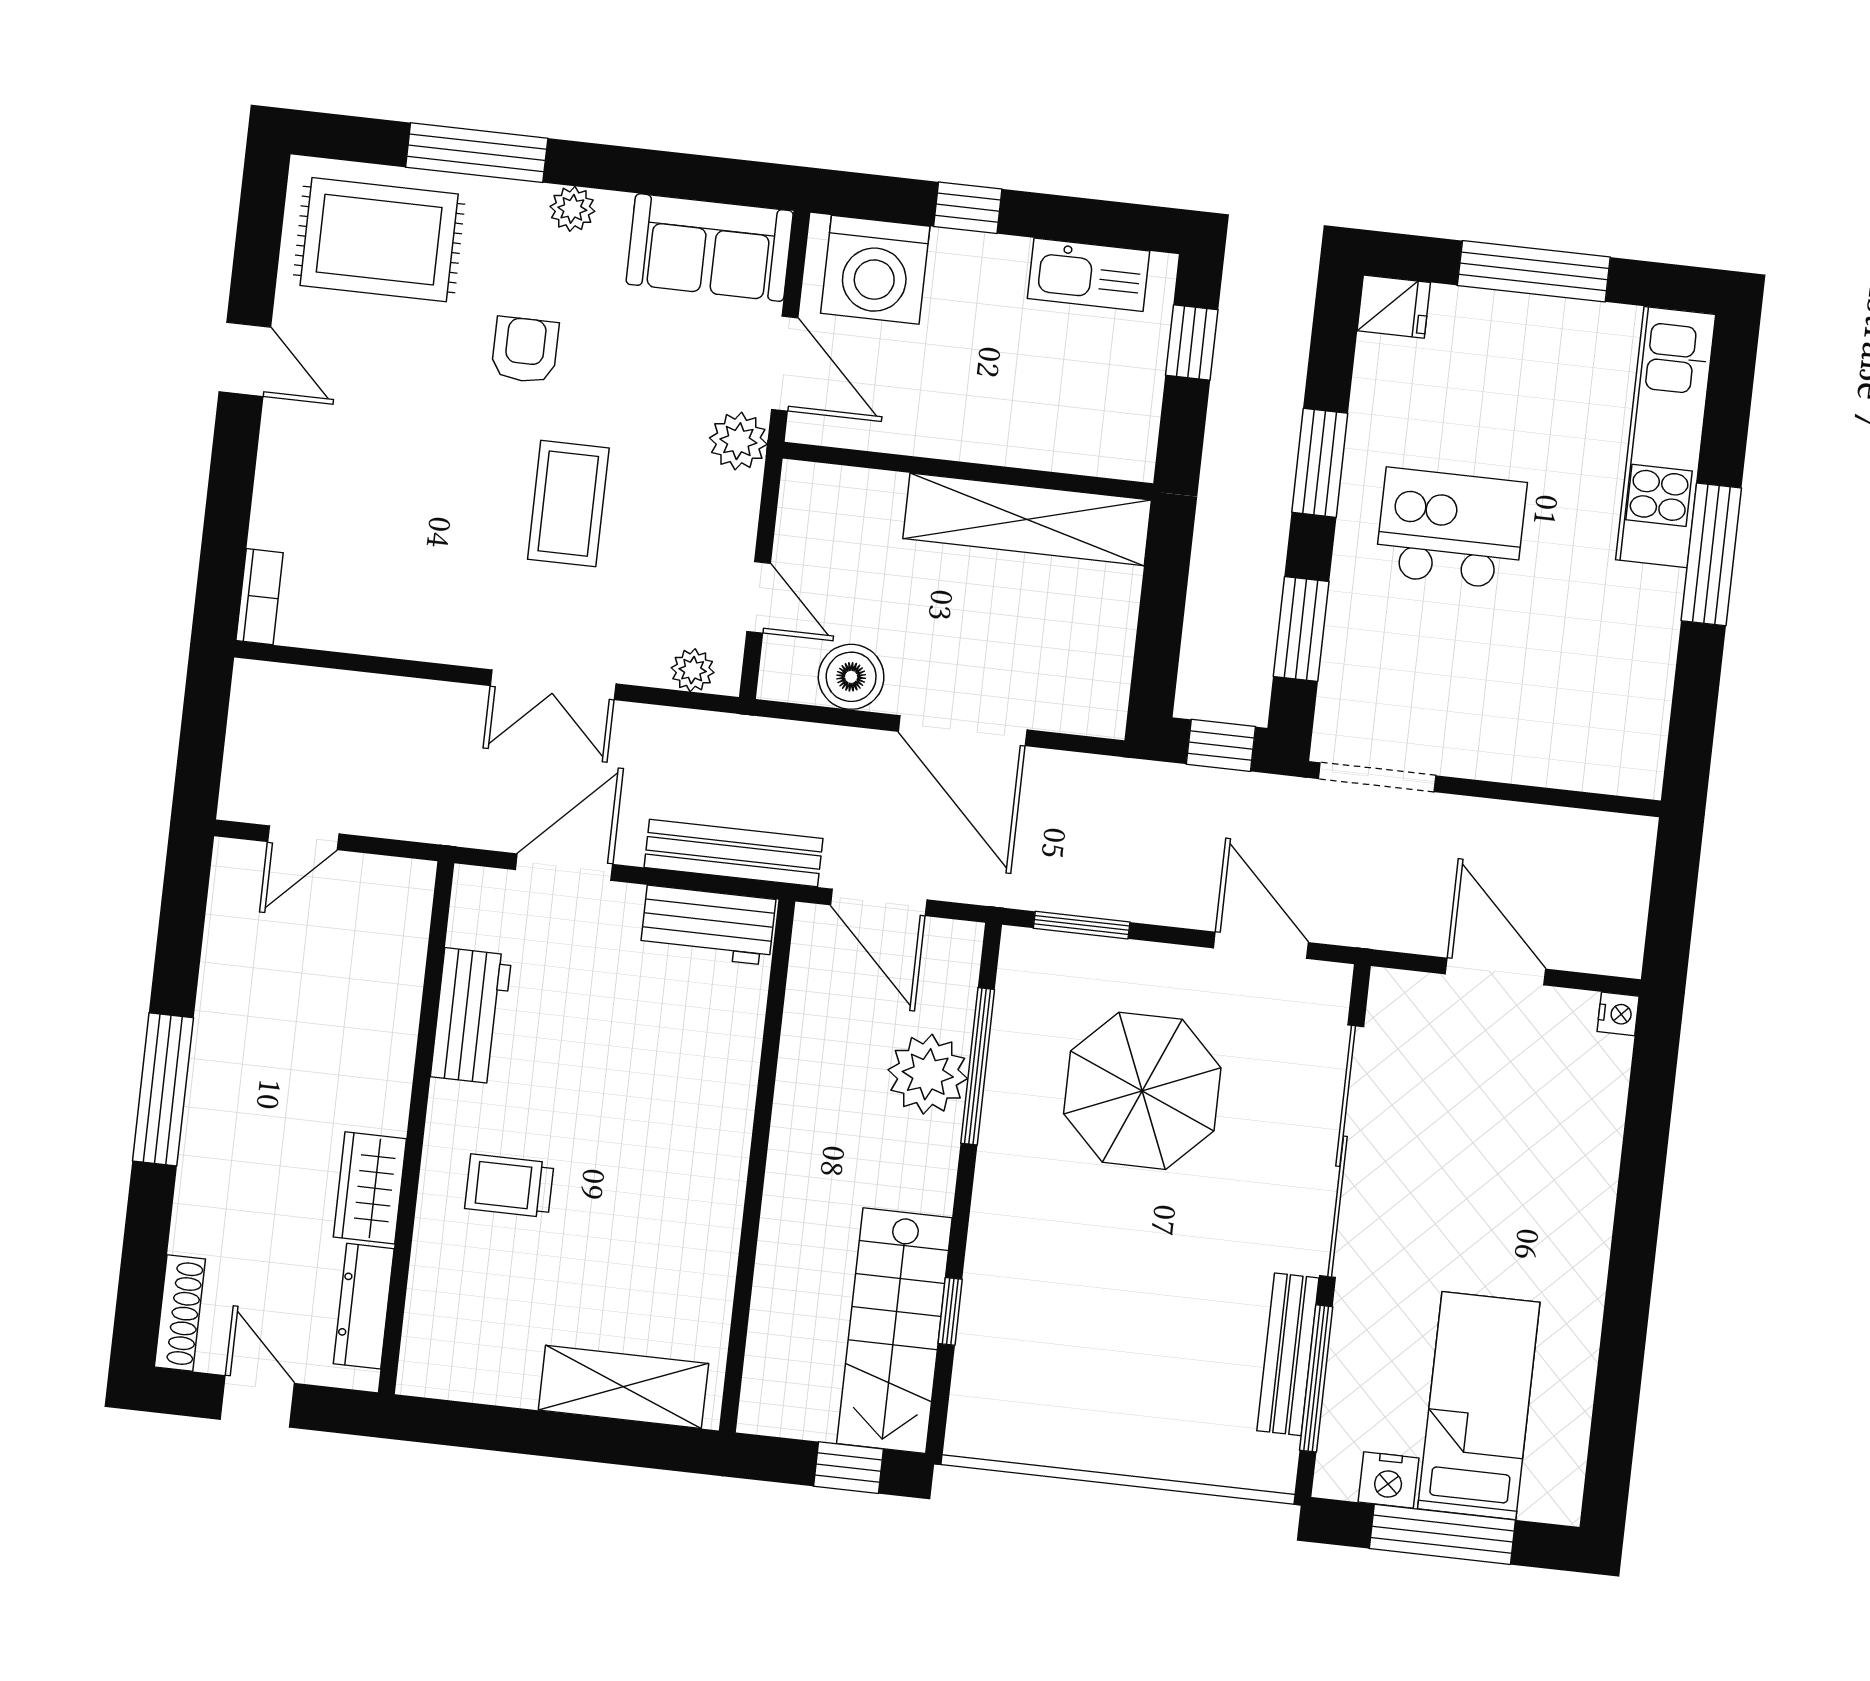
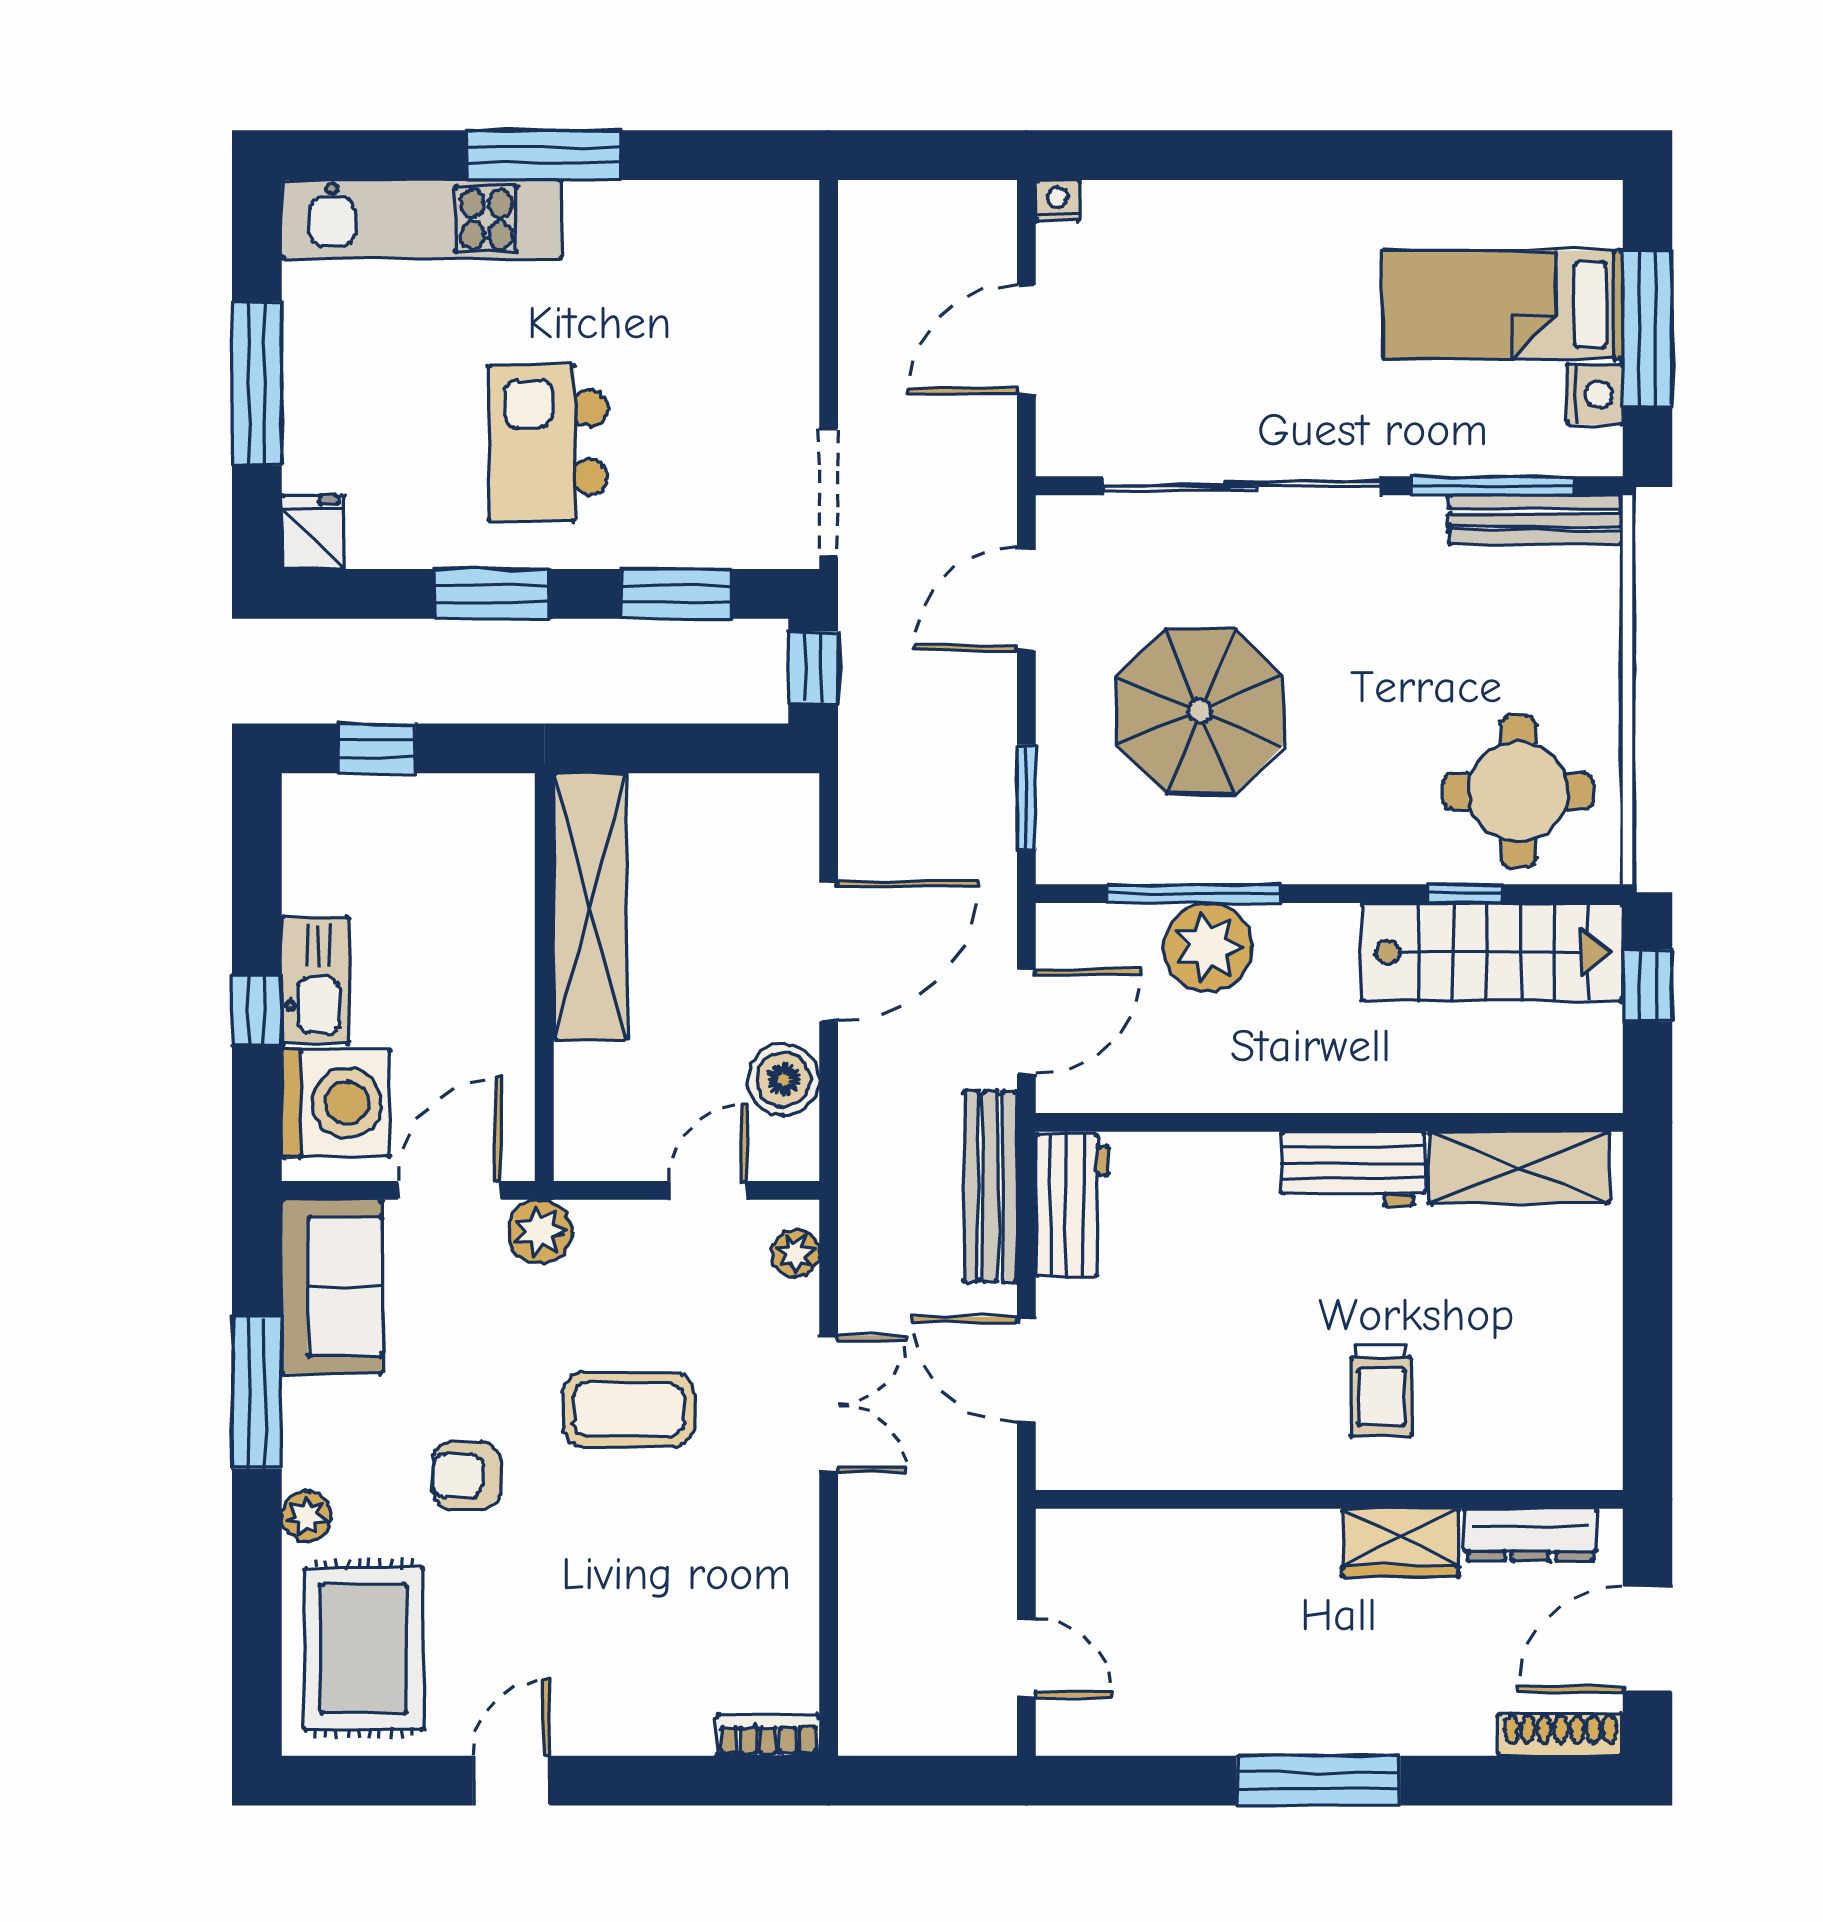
window: (477, 153) -> (257, 1392), moved
plant: (572, 209) -> (306, 1516), moved
kitchen sink: (1089, 275) -> (315, 980), moved
workbench: (471, 1016) -> (1353, 1169), moved, turned 180
bench: (1288, 1354) -> (1535, 519), moved
round table: (1037, 1370) -> (1518, 791), added
shelving: (623, 1387) -> (1519, 1168), moved, turned 90
door: (257, 1401) -> (1647, 1639), width x1.38

